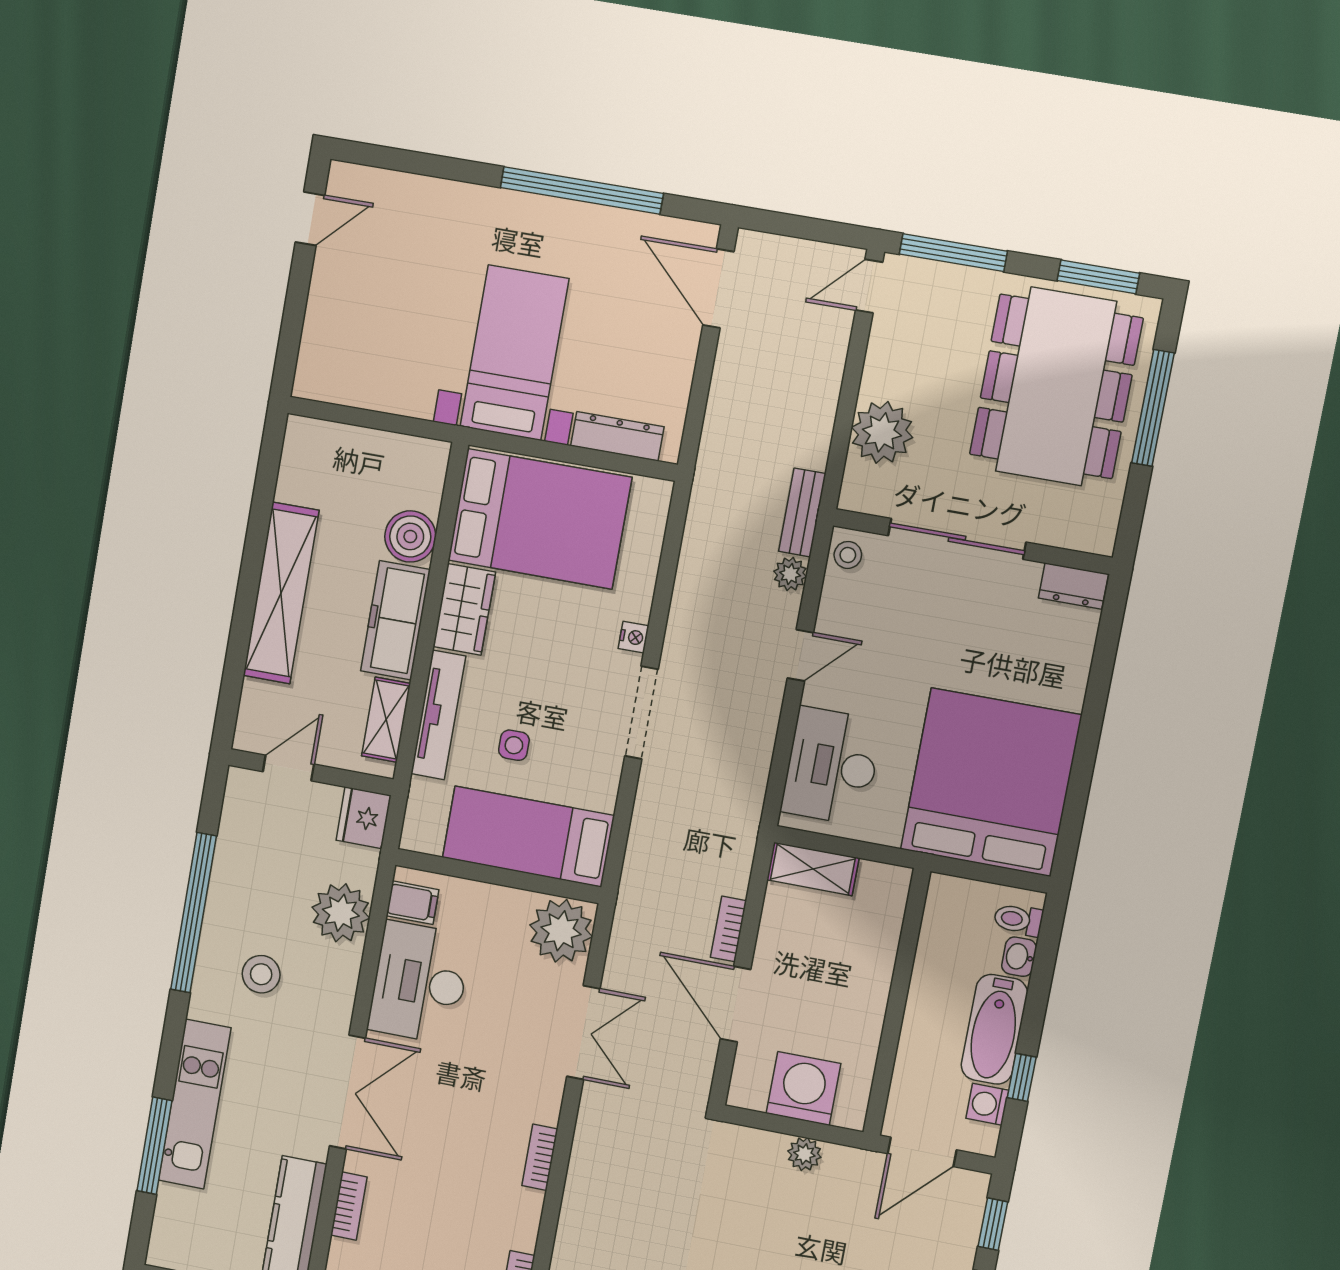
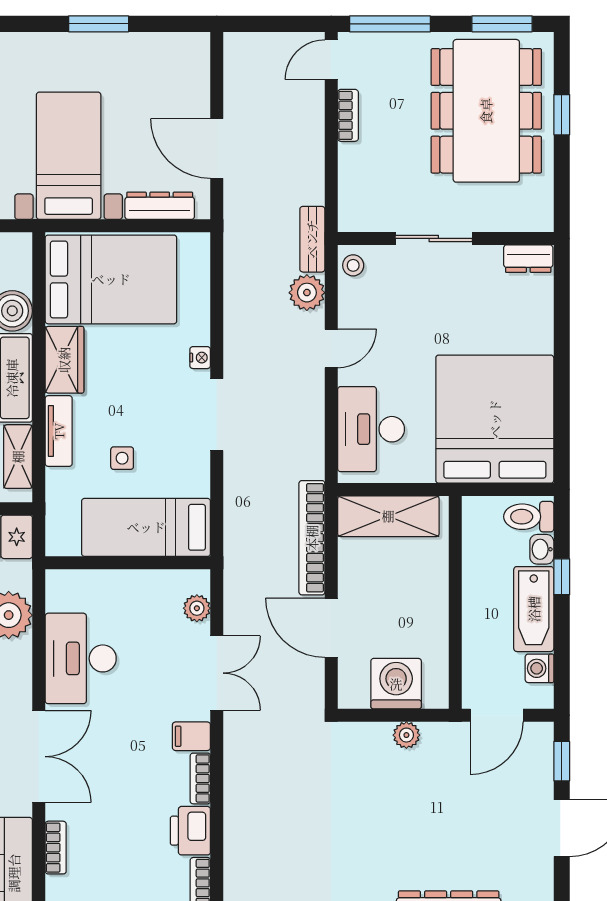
window: (582, 190) -> (99, 24), width x0.47
door: (718, 288) -> (217, 148), moved
bookcase: (877, 362) -> (348, 115), added
window: (1153, 408) -> (562, 115), width x0.46
plant: (882, 432) -> (362, 168), removed
sliding door: (957, 539) -> (434, 238), width x0.73
plant: (790, 574) -> (307, 293), width x1.38, depth x1.38
tv unit: (438, 715) -> (59, 431), width x0.71
shelving: (813, 869) -> (388, 516), width x1.50, depth x1.33
filing cabinet: (413, 903) -> (191, 736), moved, turned 180
toilet: (1018, 920) -> (529, 517), width x1.37, depth x1.39
bookcase: (728, 929) -> (312, 538), width x2.31, depth x1.31
plant: (561, 931) -> (197, 608), width x0.53, depth x0.53
window: (1022, 1077) -> (562, 577), moved
printer: (516, 1218) -> (190, 831), added

